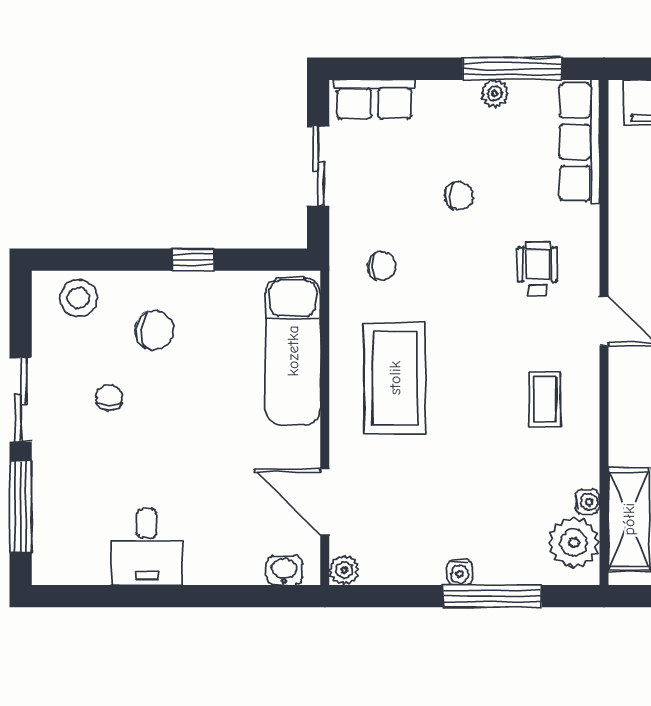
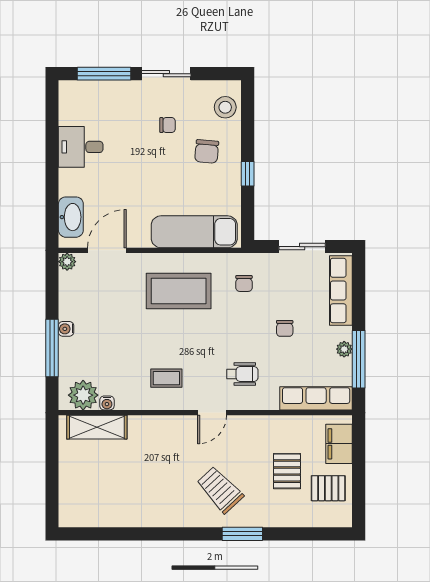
row of seats: (374, 99) -> (341, 291), width x1.48
washbasin: (284, 570) -> (71, 217), width x1.91, depth x1.45

